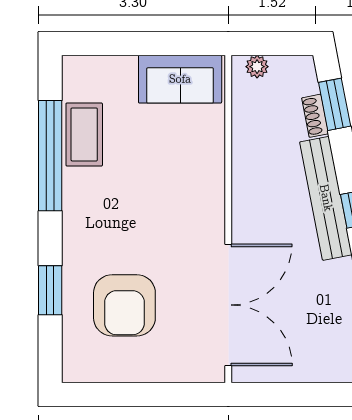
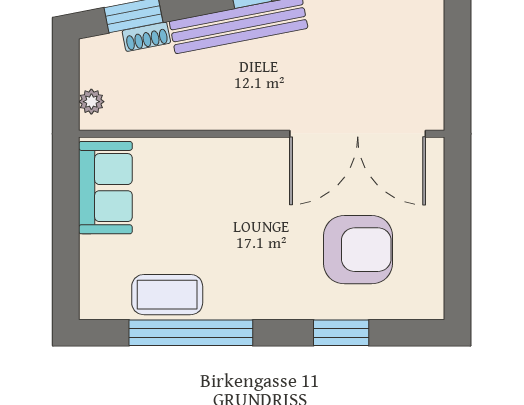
double door: (228, 305) -> (358, 134), swing flipped

